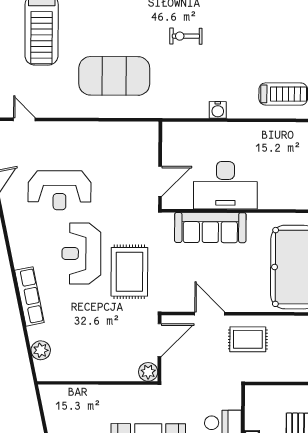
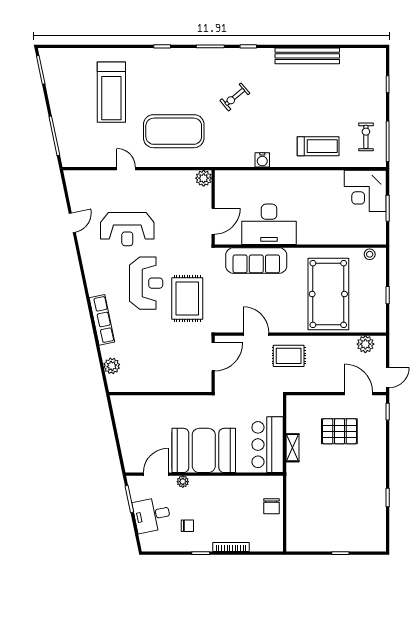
exercise bike: (186, 36) -> (235, 97), turned -40
door: (24, 119) -> (126, 169), moved
reception desk: (81, 254) -> (146, 283), turned 180
plant: (148, 372) -> (204, 178), moved

